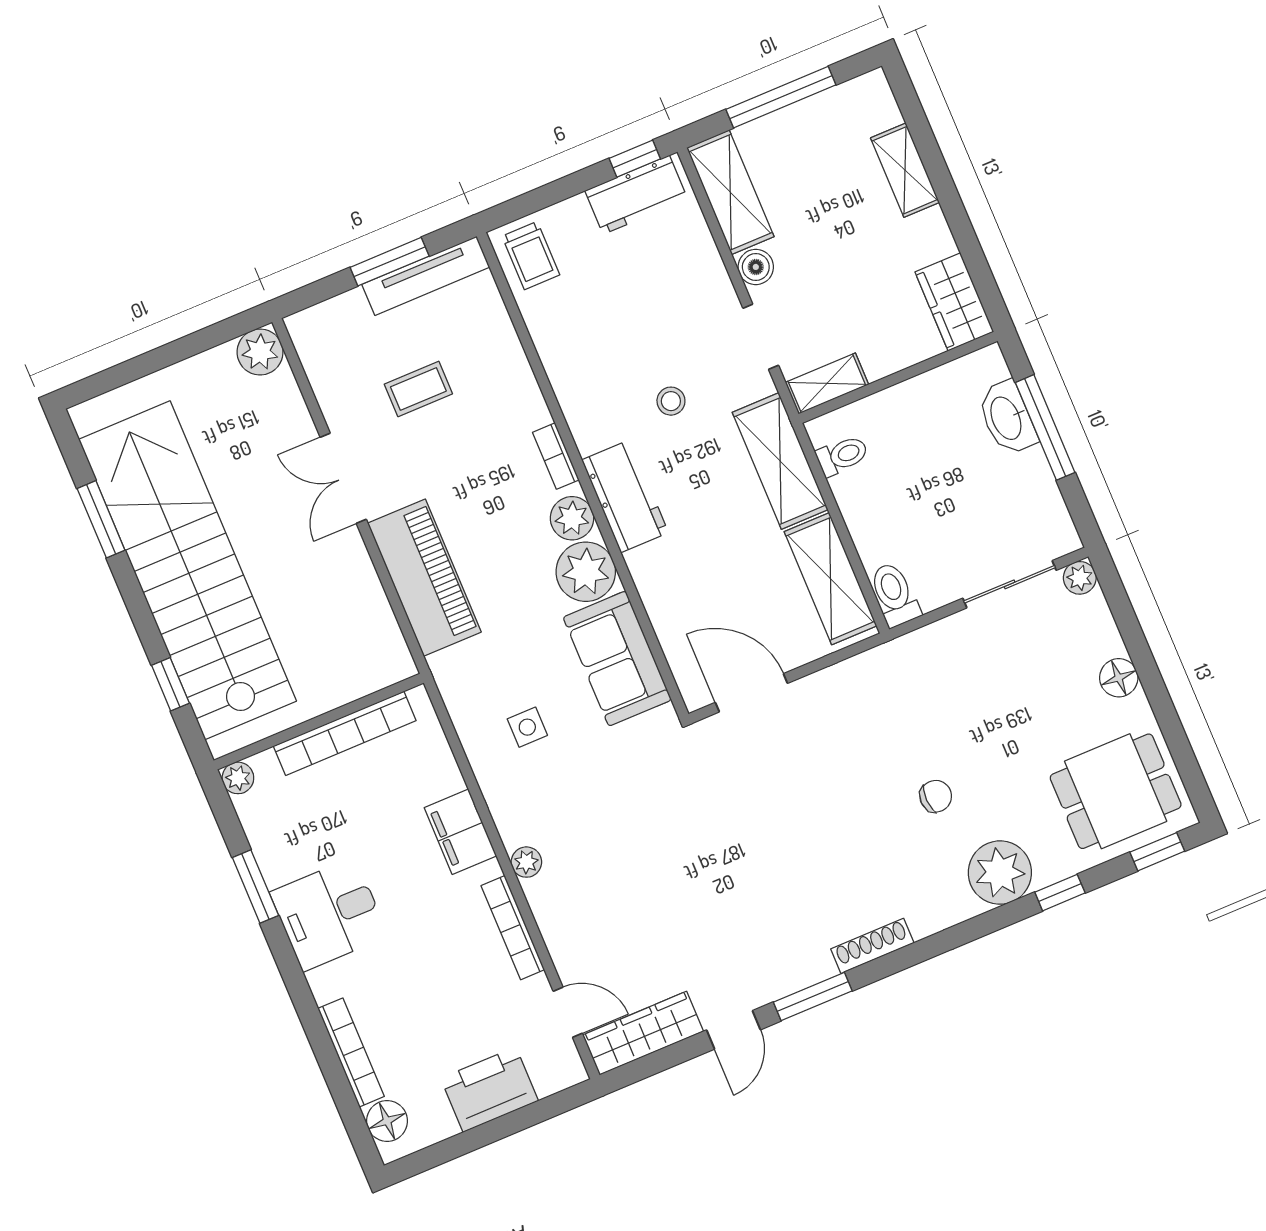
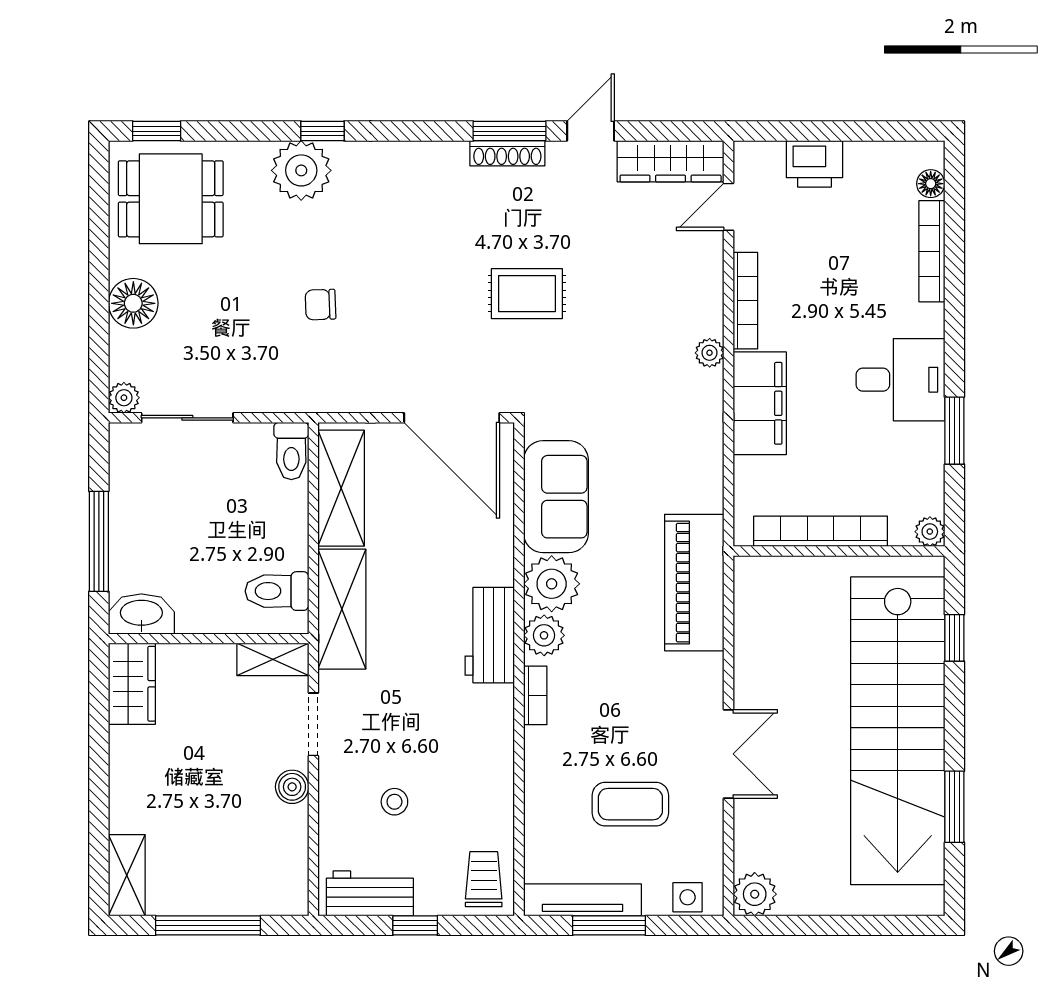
window: (635, 159) -> (415, 925), moved
shelving: (905, 170) -> (127, 875), moved
shelving: (730, 192) -> (287, 861), removed
coffee table: (418, 389) -> (630, 804), width x1.36, depth x1.30
stool: (671, 401) -> (394, 802), moved
washbasin: (1007, 418) -> (141, 614), moved, turned -90
toilet: (842, 456) -> (277, 591), width x1.37, depth x1.39
piano: (424, 578) -> (694, 583), moved
floor lamp: (1119, 678) -> (133, 303), width x1.38, depth x1.38
door: (751, 693) -> (452, 418), width x1.36
side table: (527, 727) -> (688, 897), moved
chair: (936, 796) -> (320, 305), moved
filing cabinet: (460, 832) -> (760, 403), width x1.50, depth x1.17
rug: (729, 845) -> (527, 294), added
window: (1060, 893) -> (323, 131), moved
shoe rack: (872, 946) -> (507, 153), moved
door: (568, 1012) -> (728, 207), hinge flipped
printer: (489, 1090) -> (814, 164), width x0.73, depth x0.84
floor lamp: (387, 1121) -> (931, 184), width x0.73, depth x0.73

